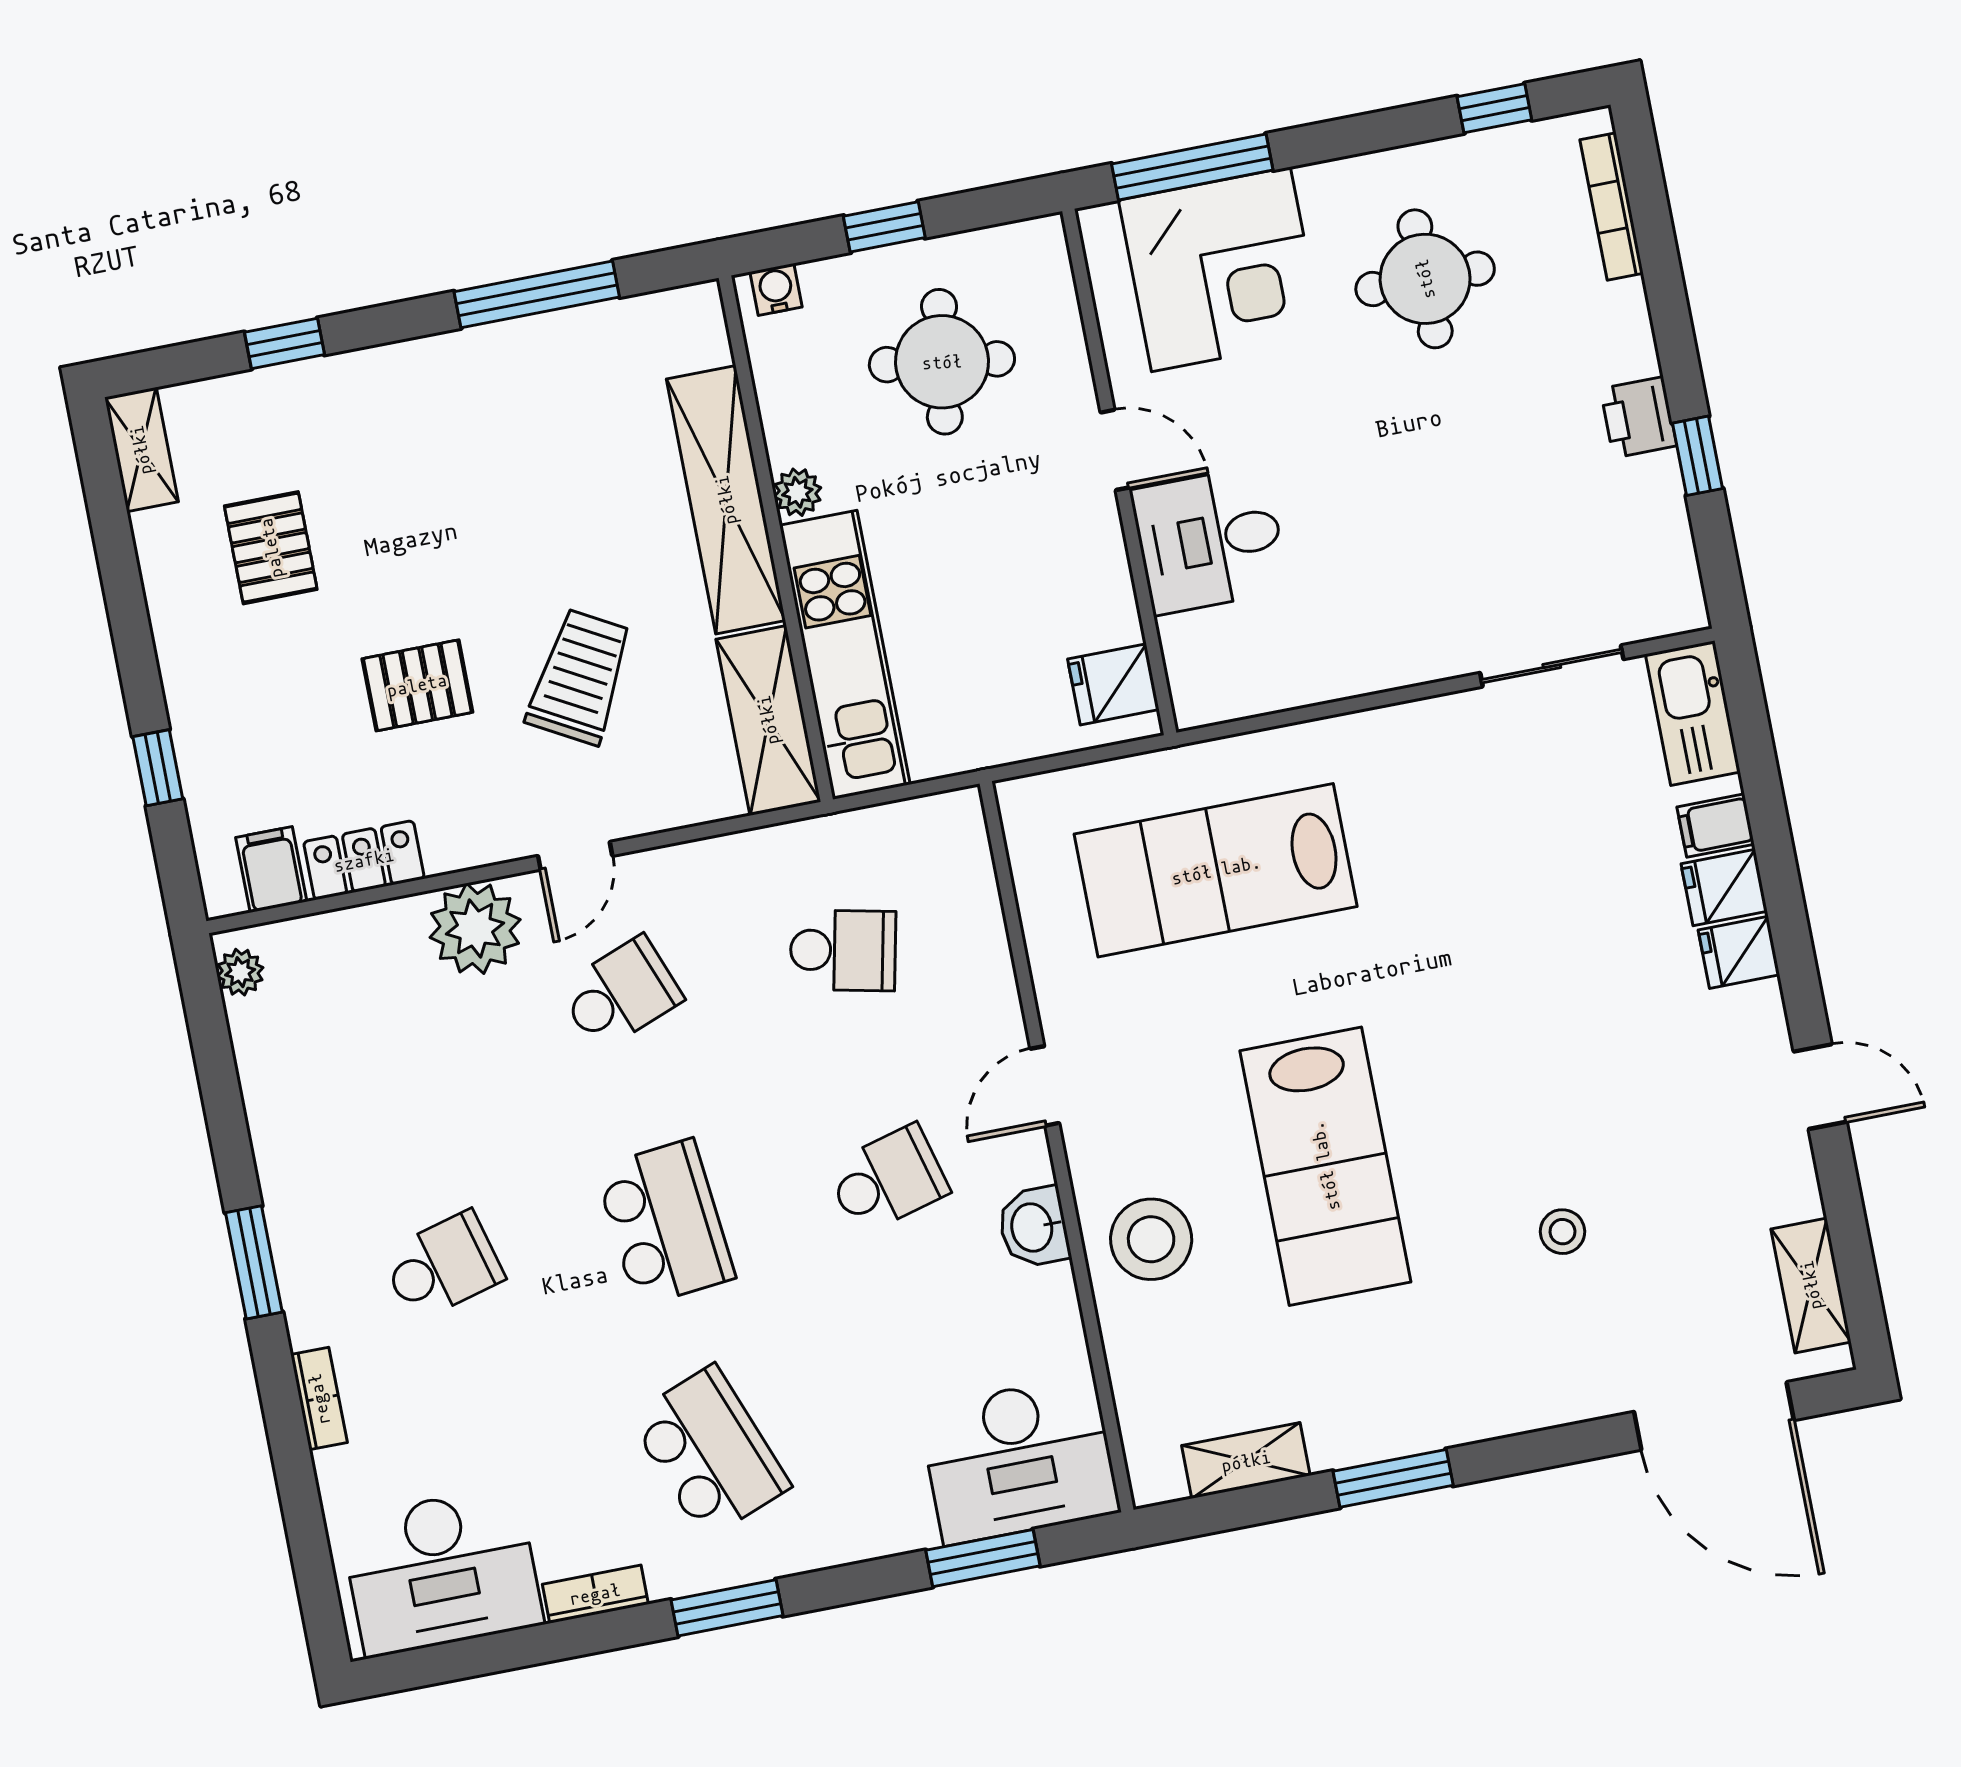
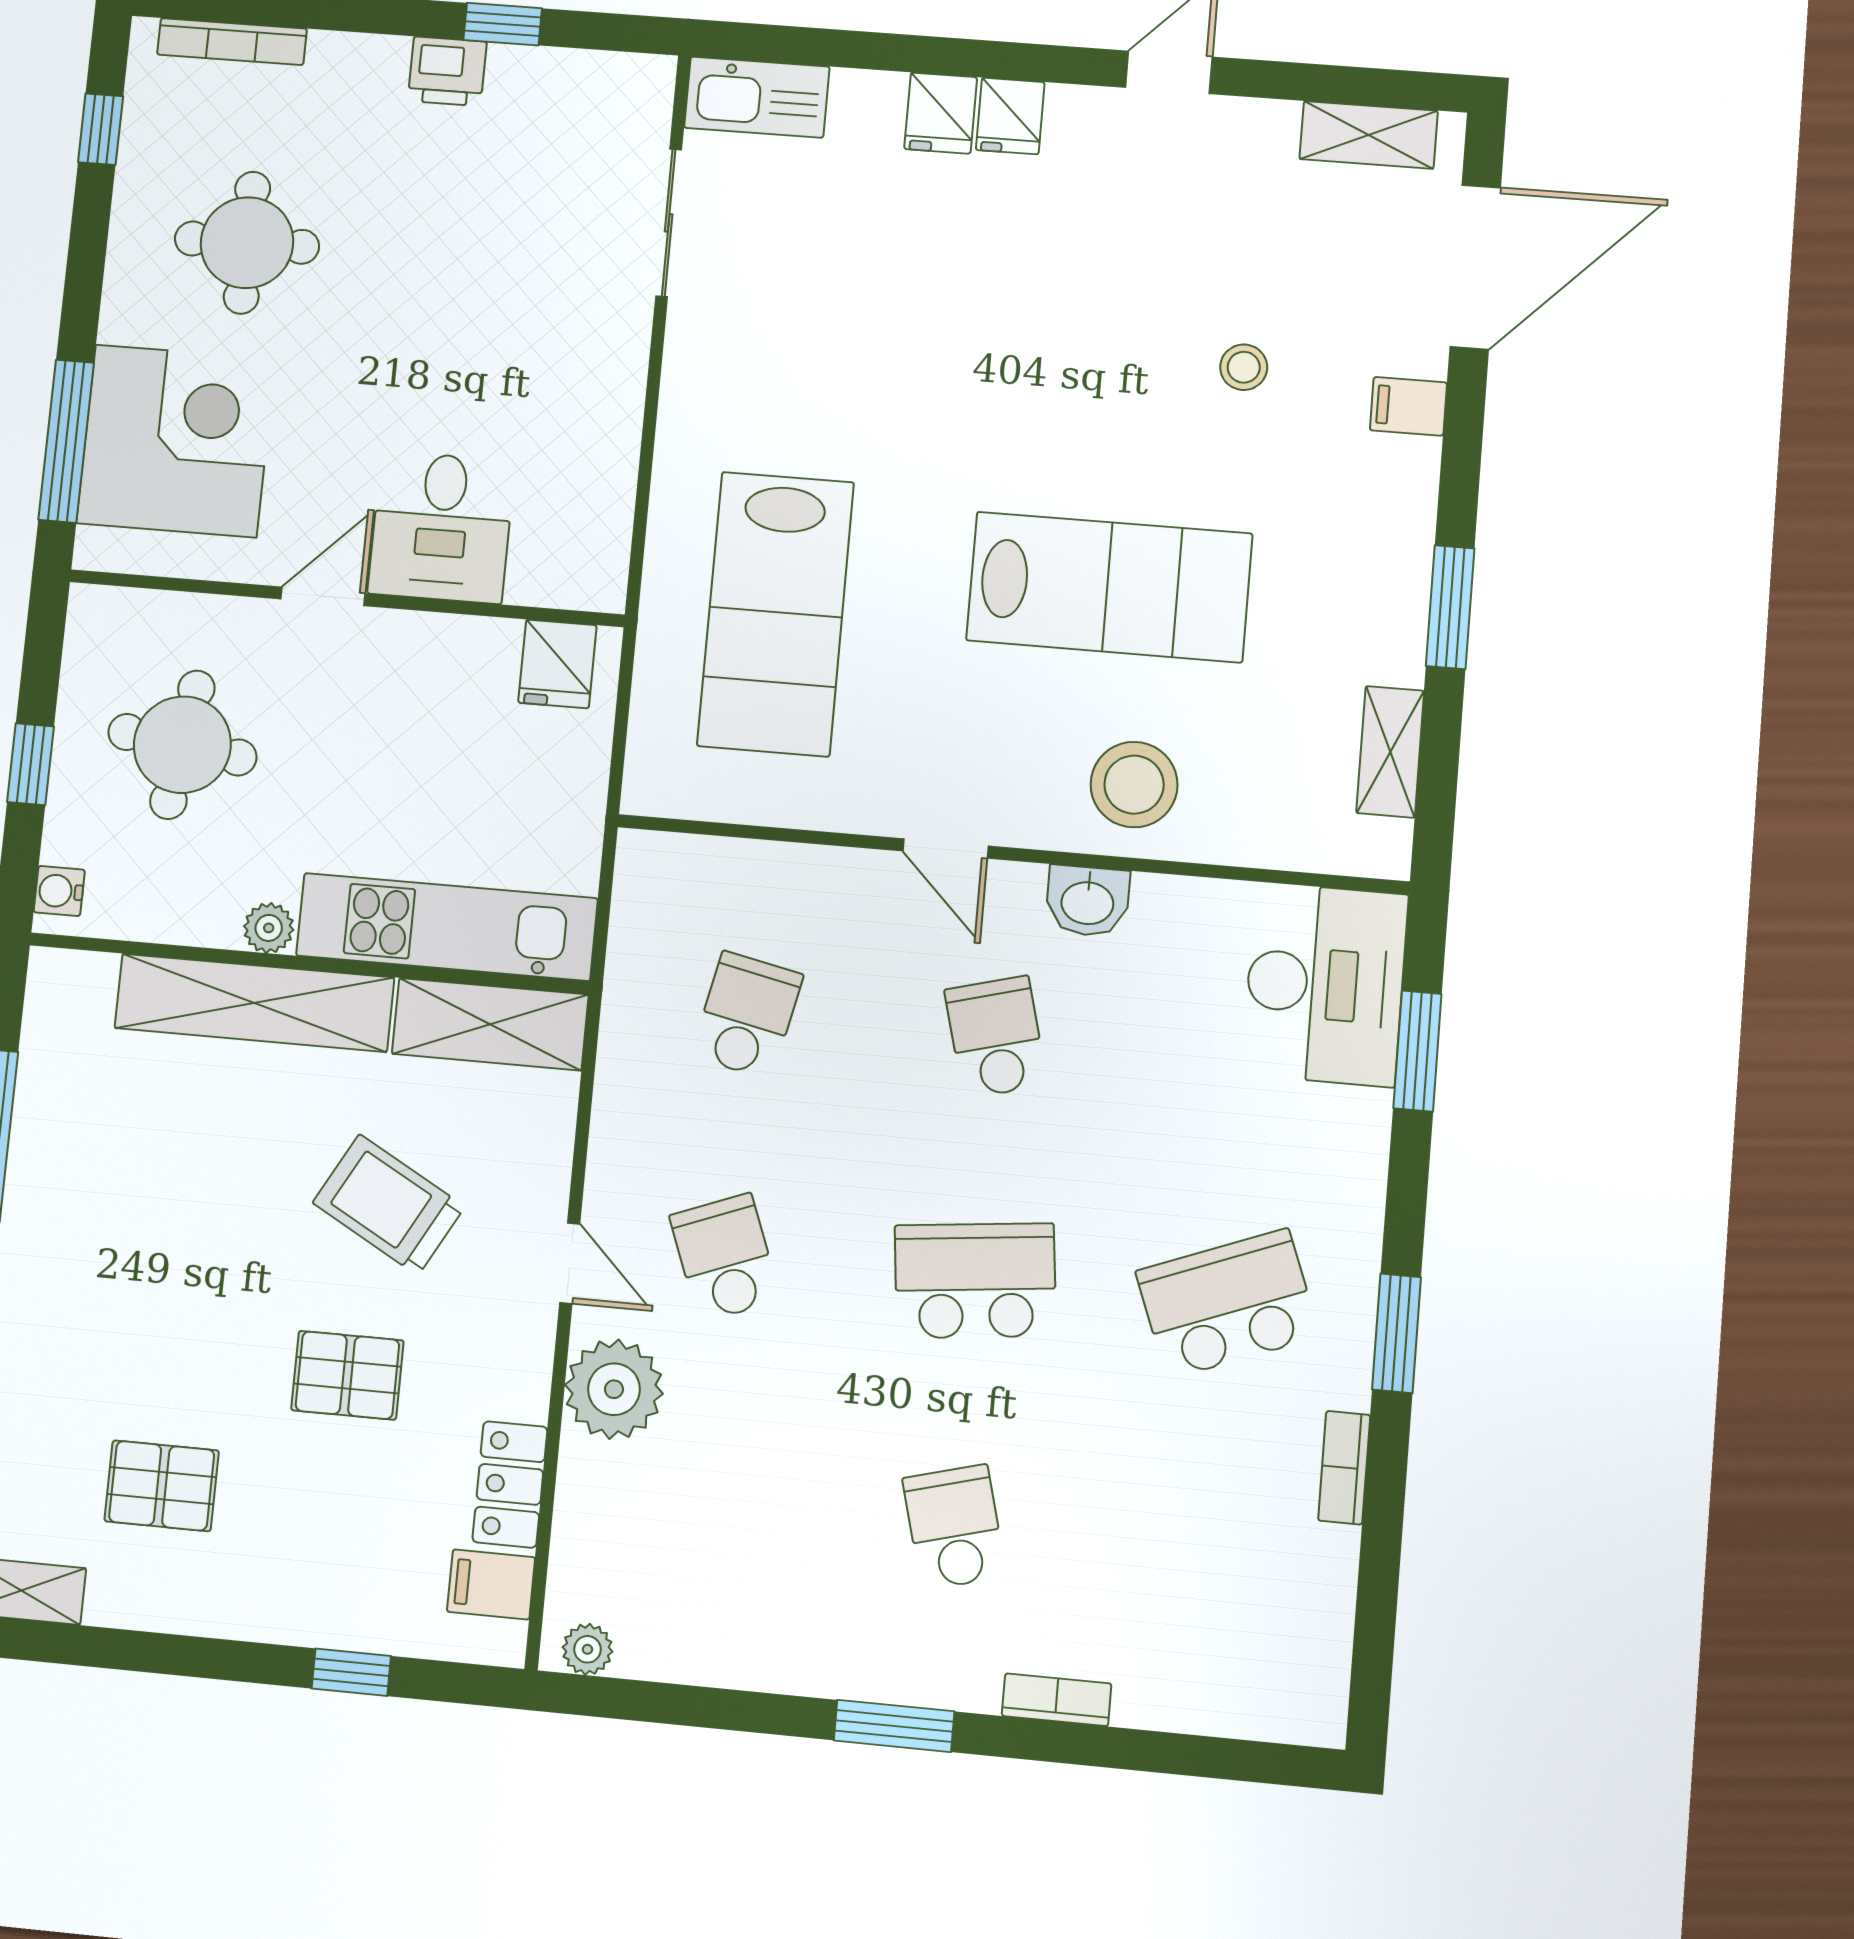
pallet: (417, 685) -> (347, 1375), turned 90
filing cabinet: (1716, 826) -> (1408, 406), moved, turned 90
desk: (442, 1571) -> (1275, 1624), removed

